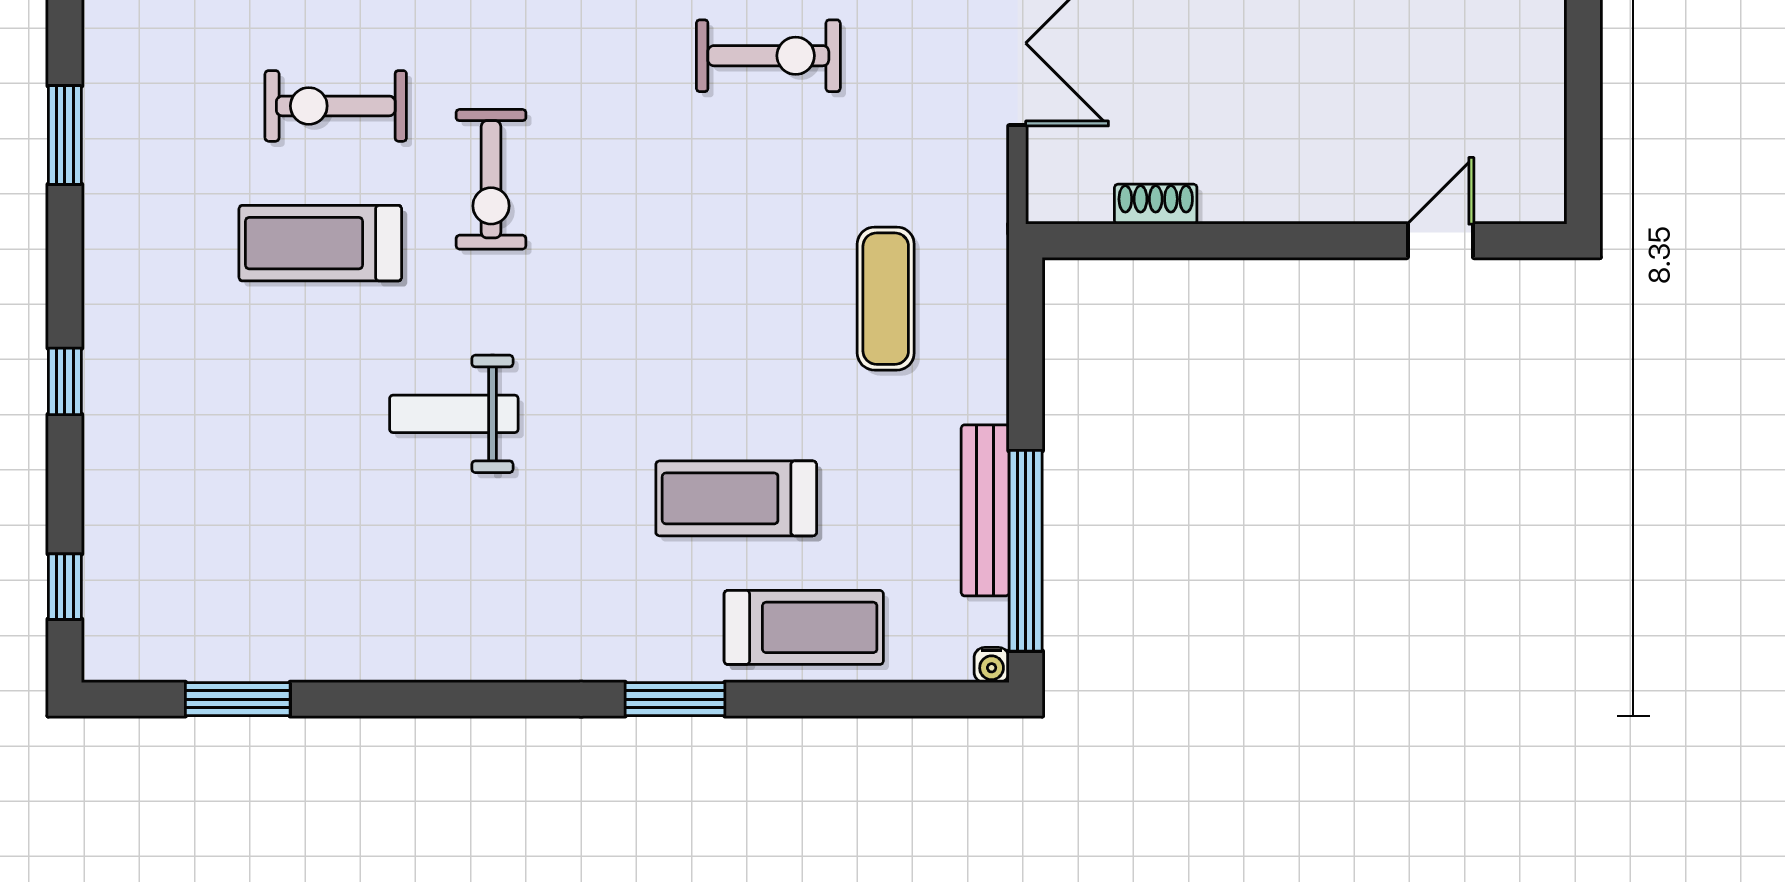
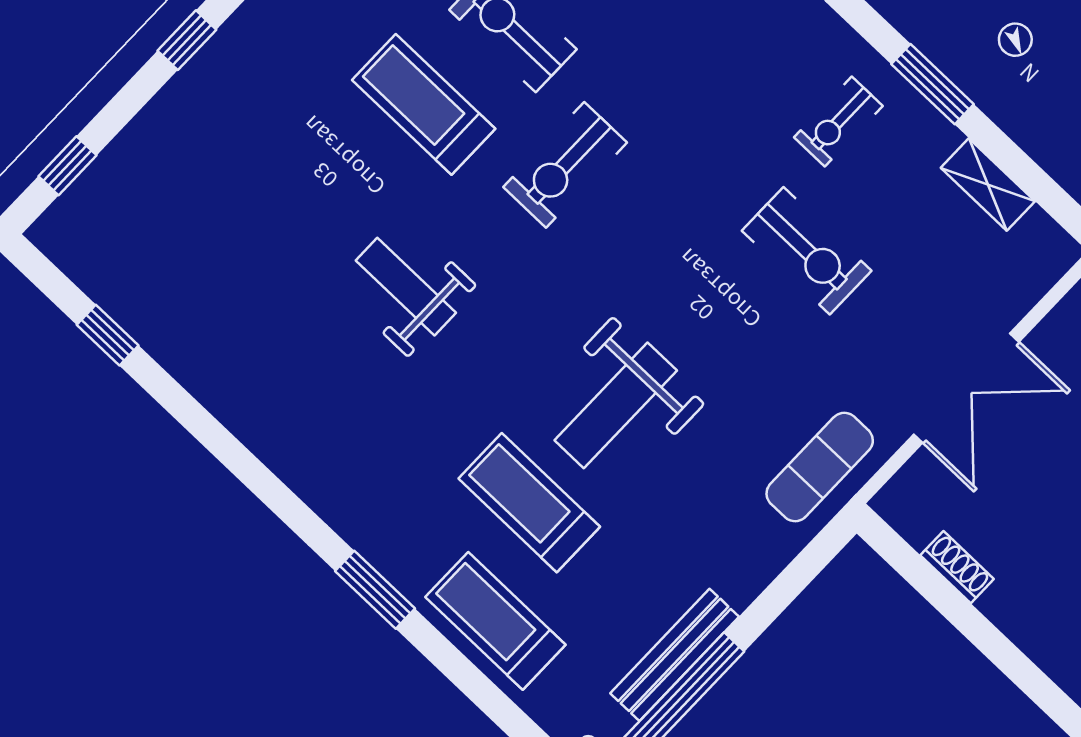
exercise mat: (886, 299) -> (820, 467), moved
weight bench: (731, 344) -> (616, 405), added
treadmill: (804, 627) -> (495, 621), turned 180
window: (238, 699) -> (108, 335), width x0.67

